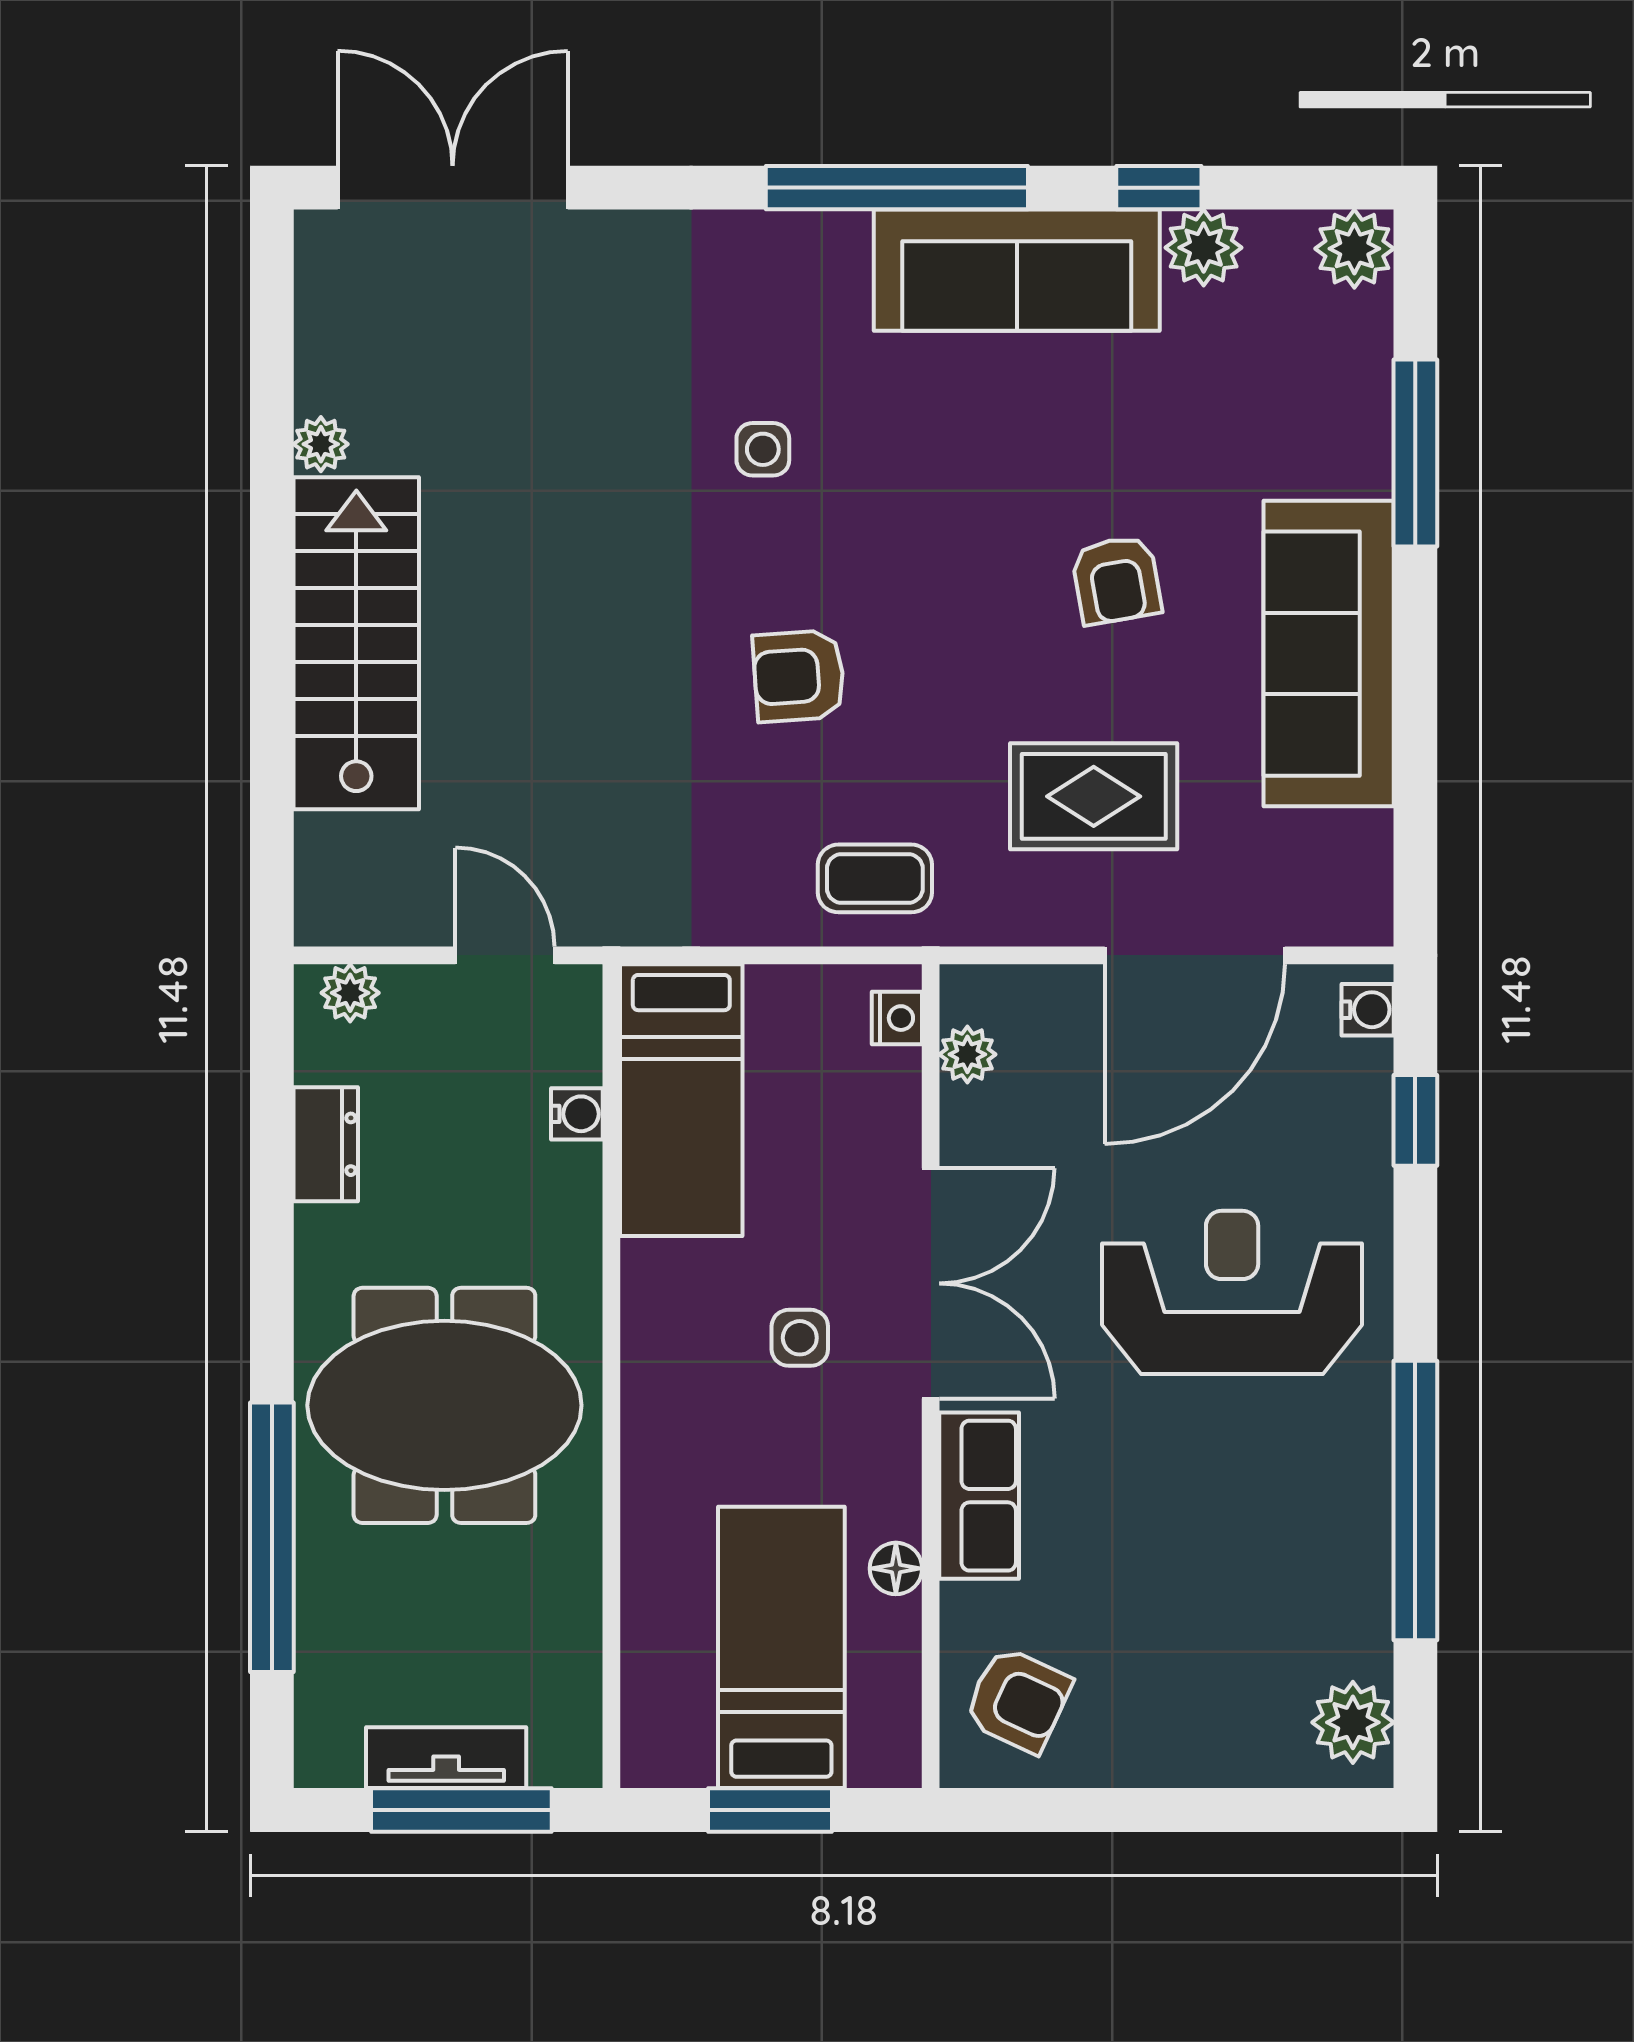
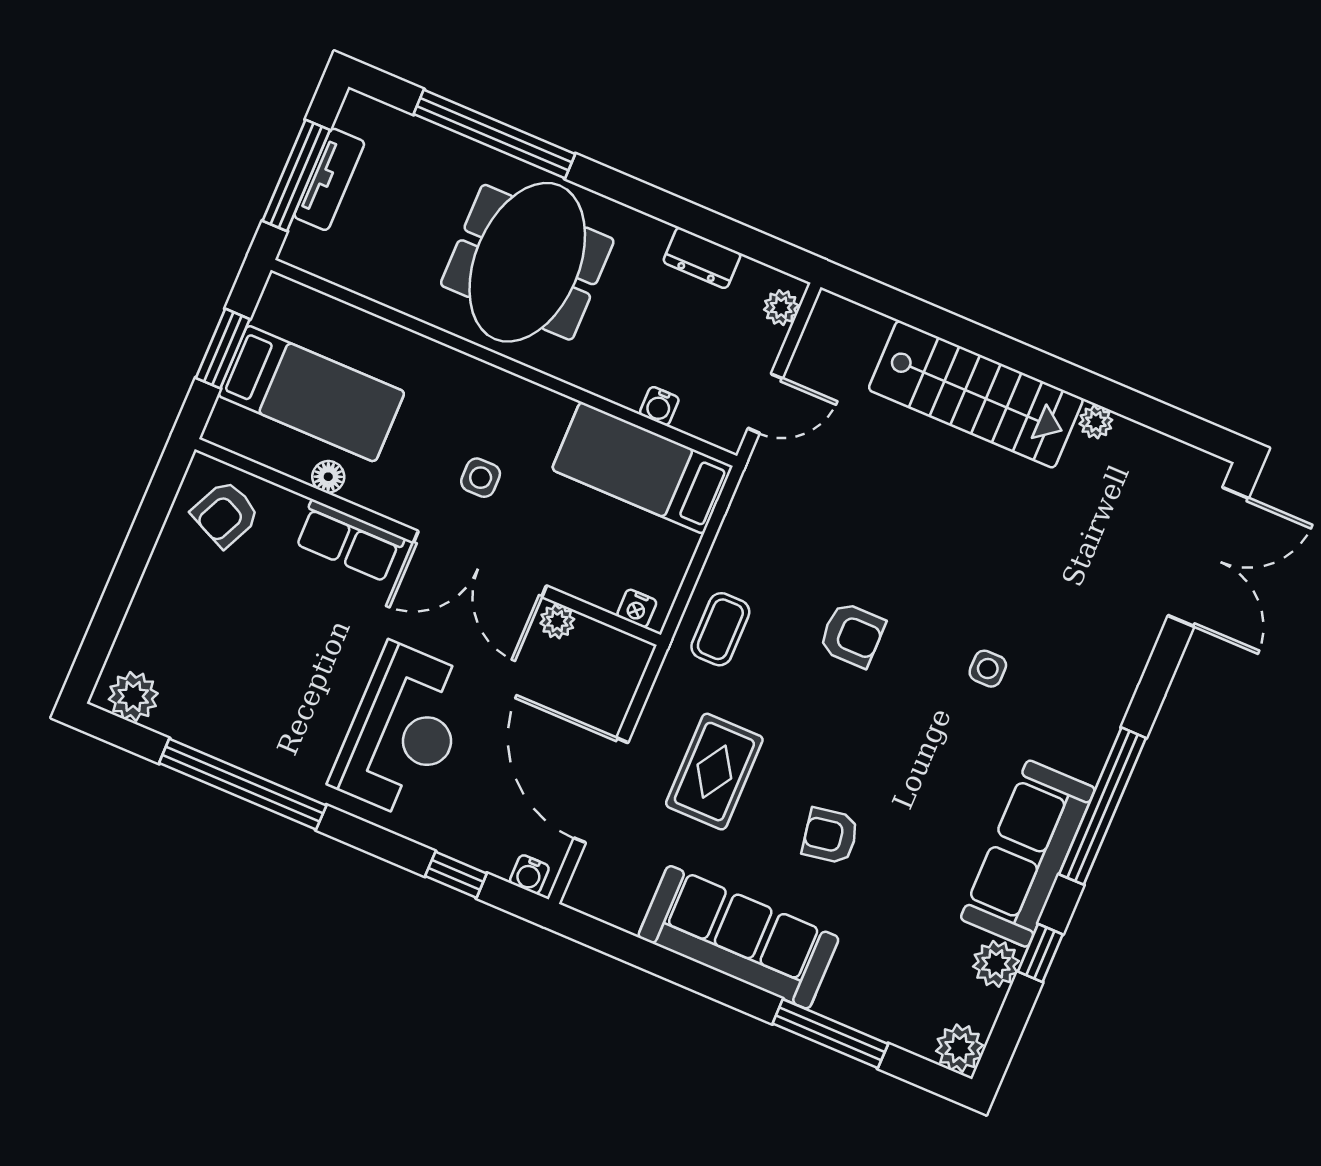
armchair: (799, 676) -> (852, 635), turned 94
plant: (967, 1054) -> (557, 621), moved

